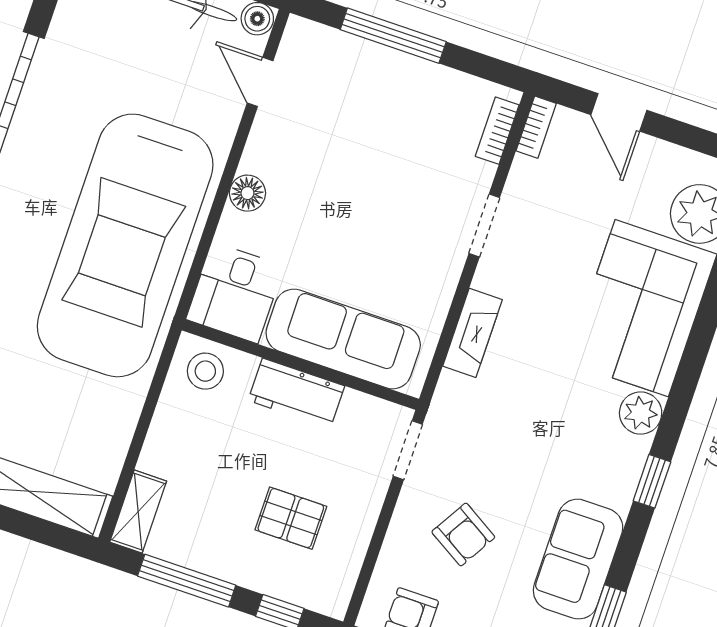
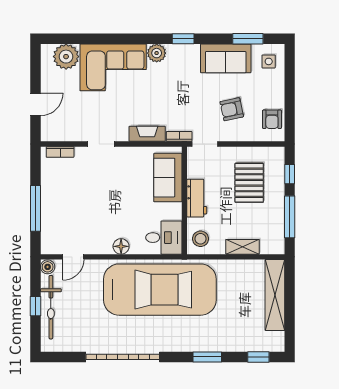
bookcase: (536, 127) -> (179, 136), moved
sofa: (343, 339) -> (168, 178), width x0.73
shelving: (138, 512) -> (243, 247), moved
pallet: (291, 518) -> (249, 183), width x1.50, depth x1.42
armchair: (463, 535) -> (232, 109), turned -133

